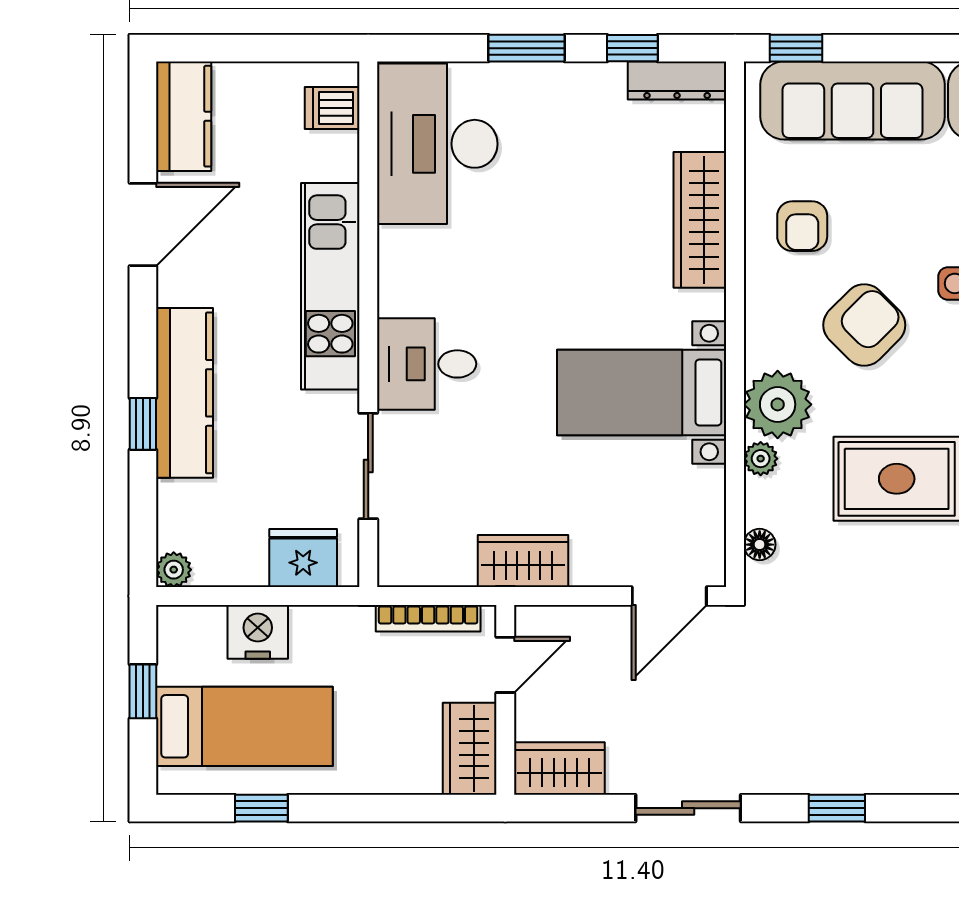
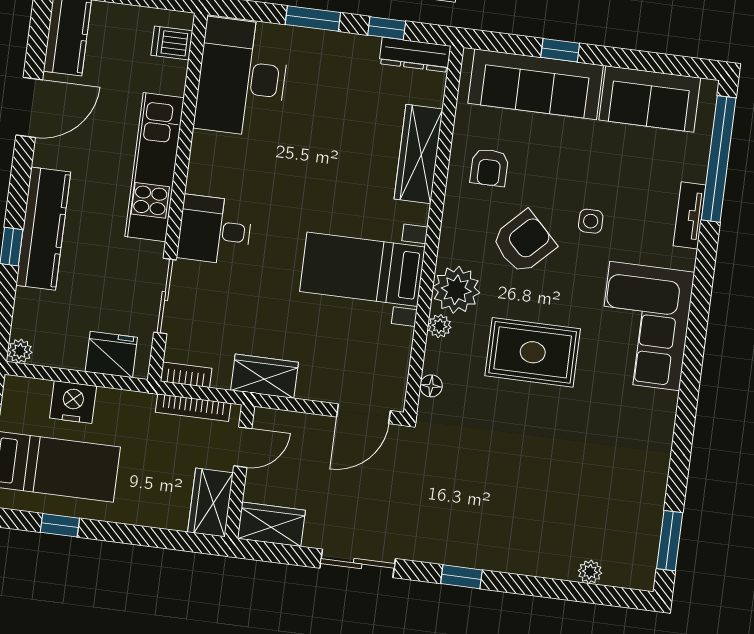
window: (796, 48) -> (560, 50), moved
bookcase: (412, 573) -> (186, 375), added

